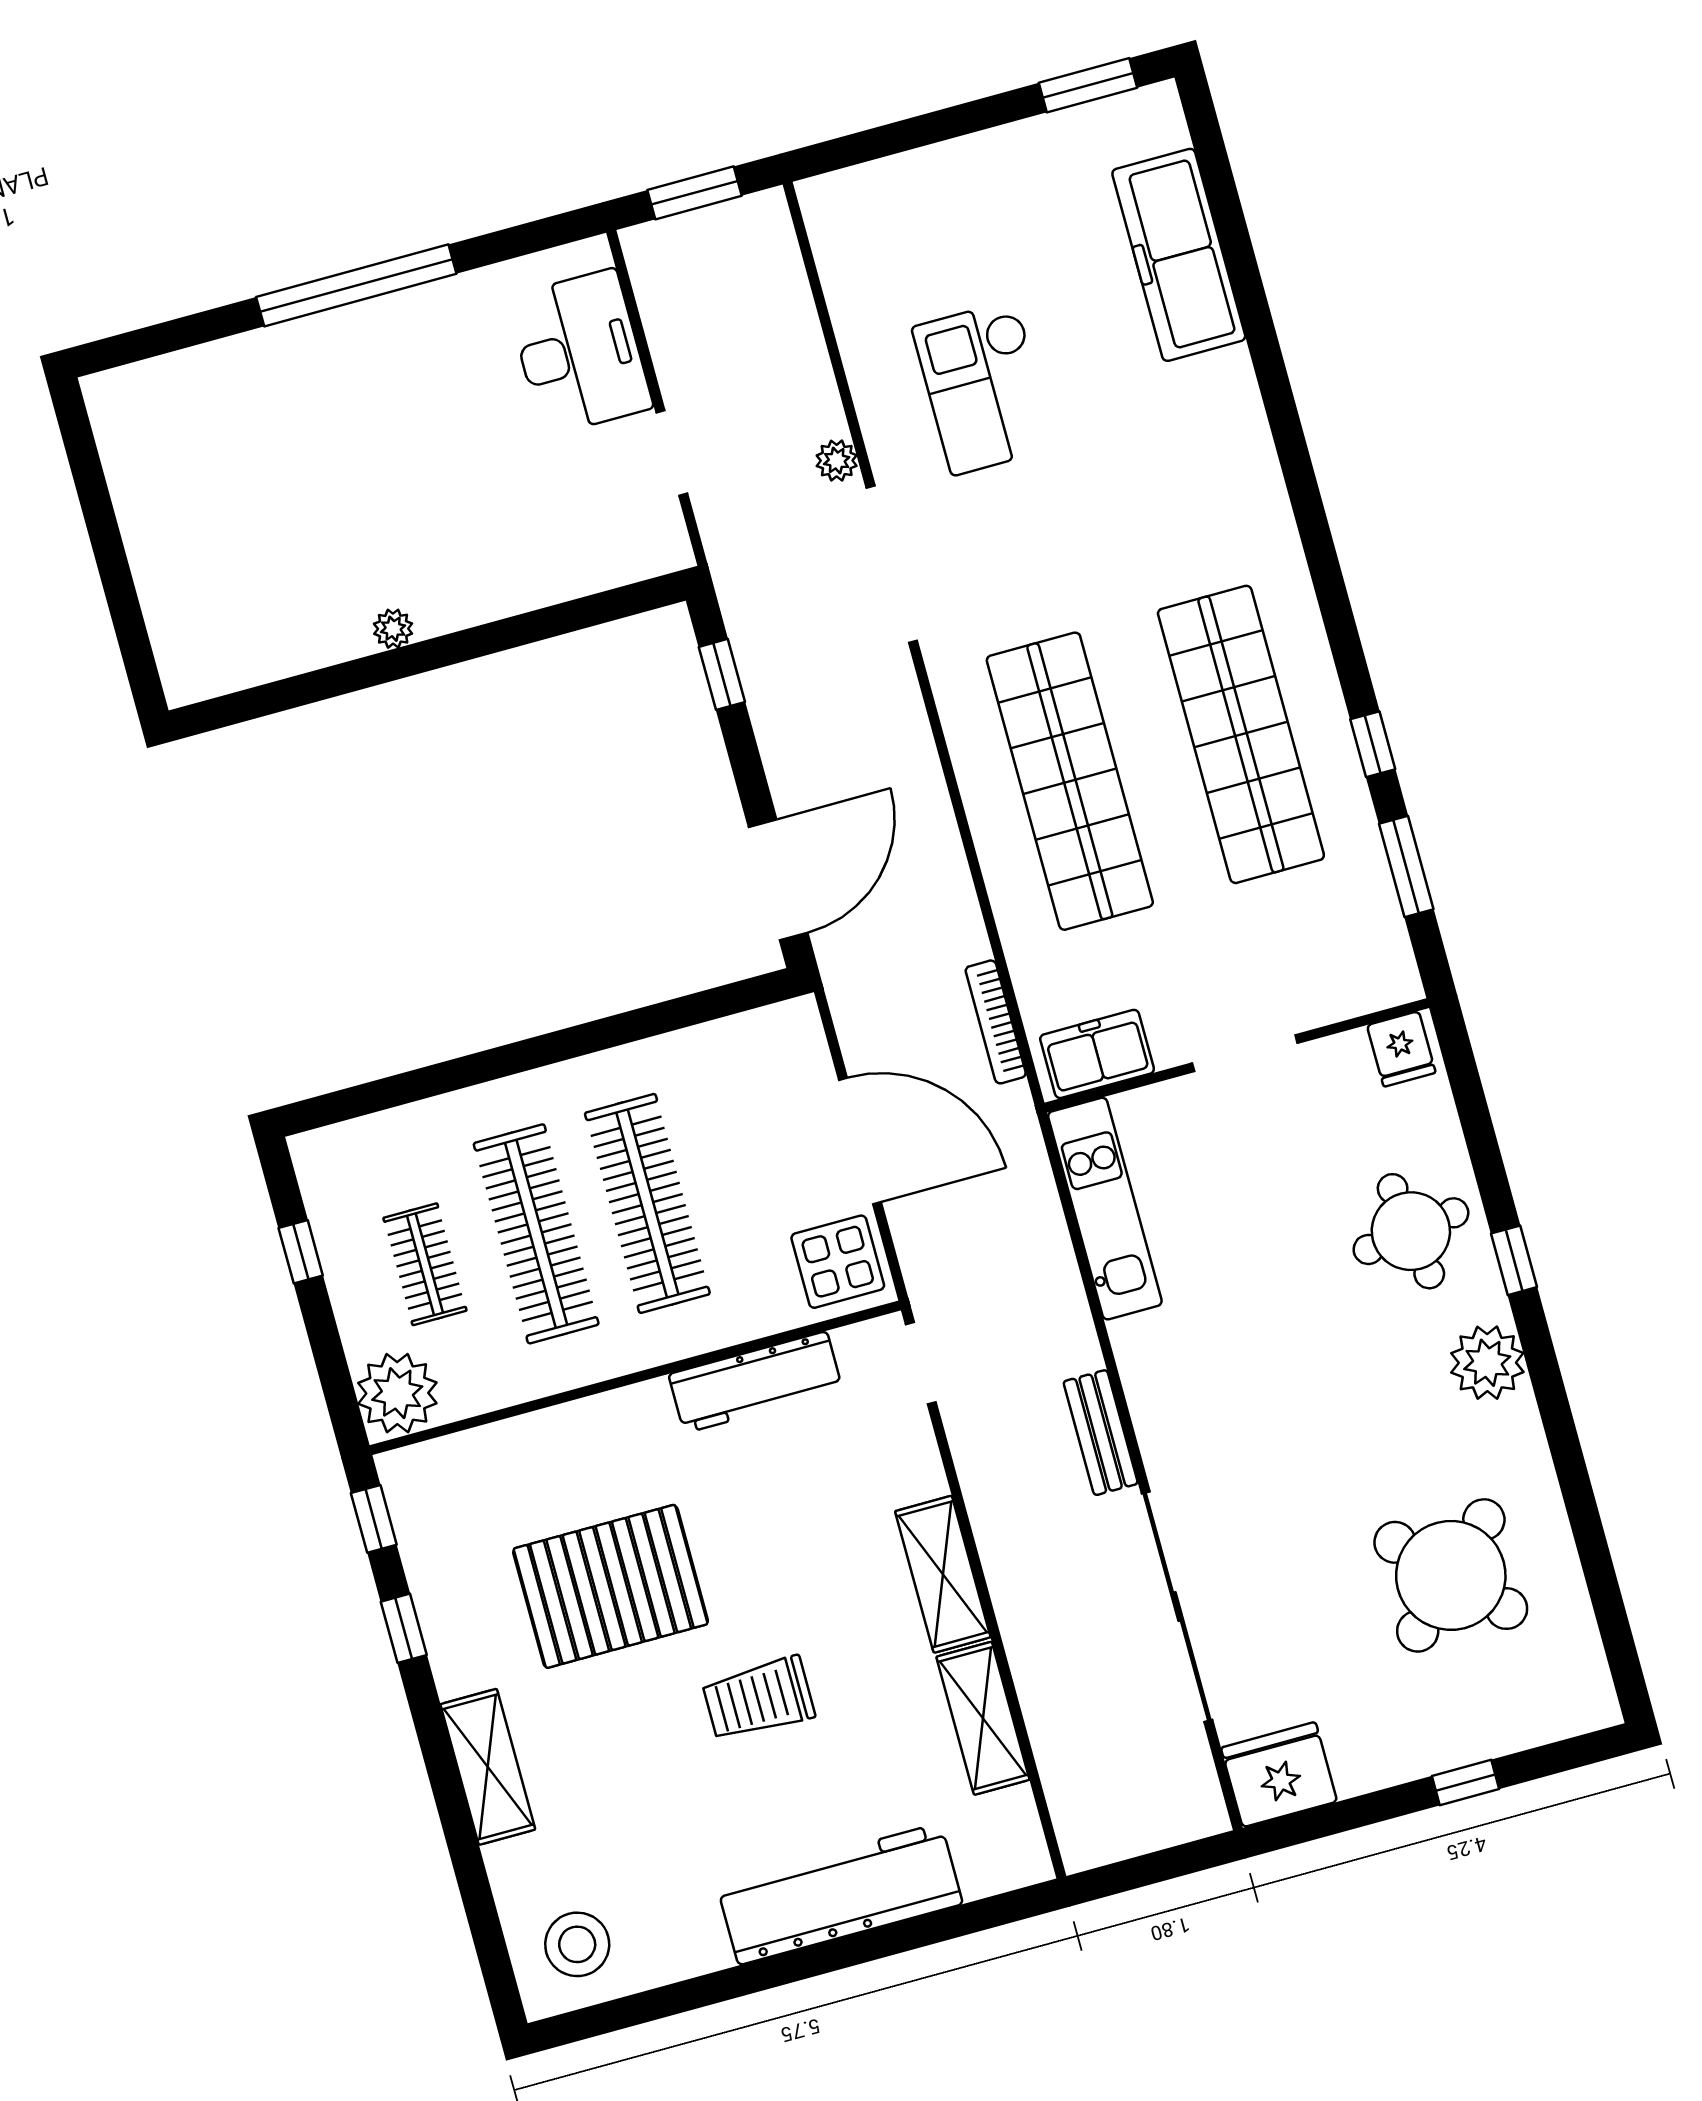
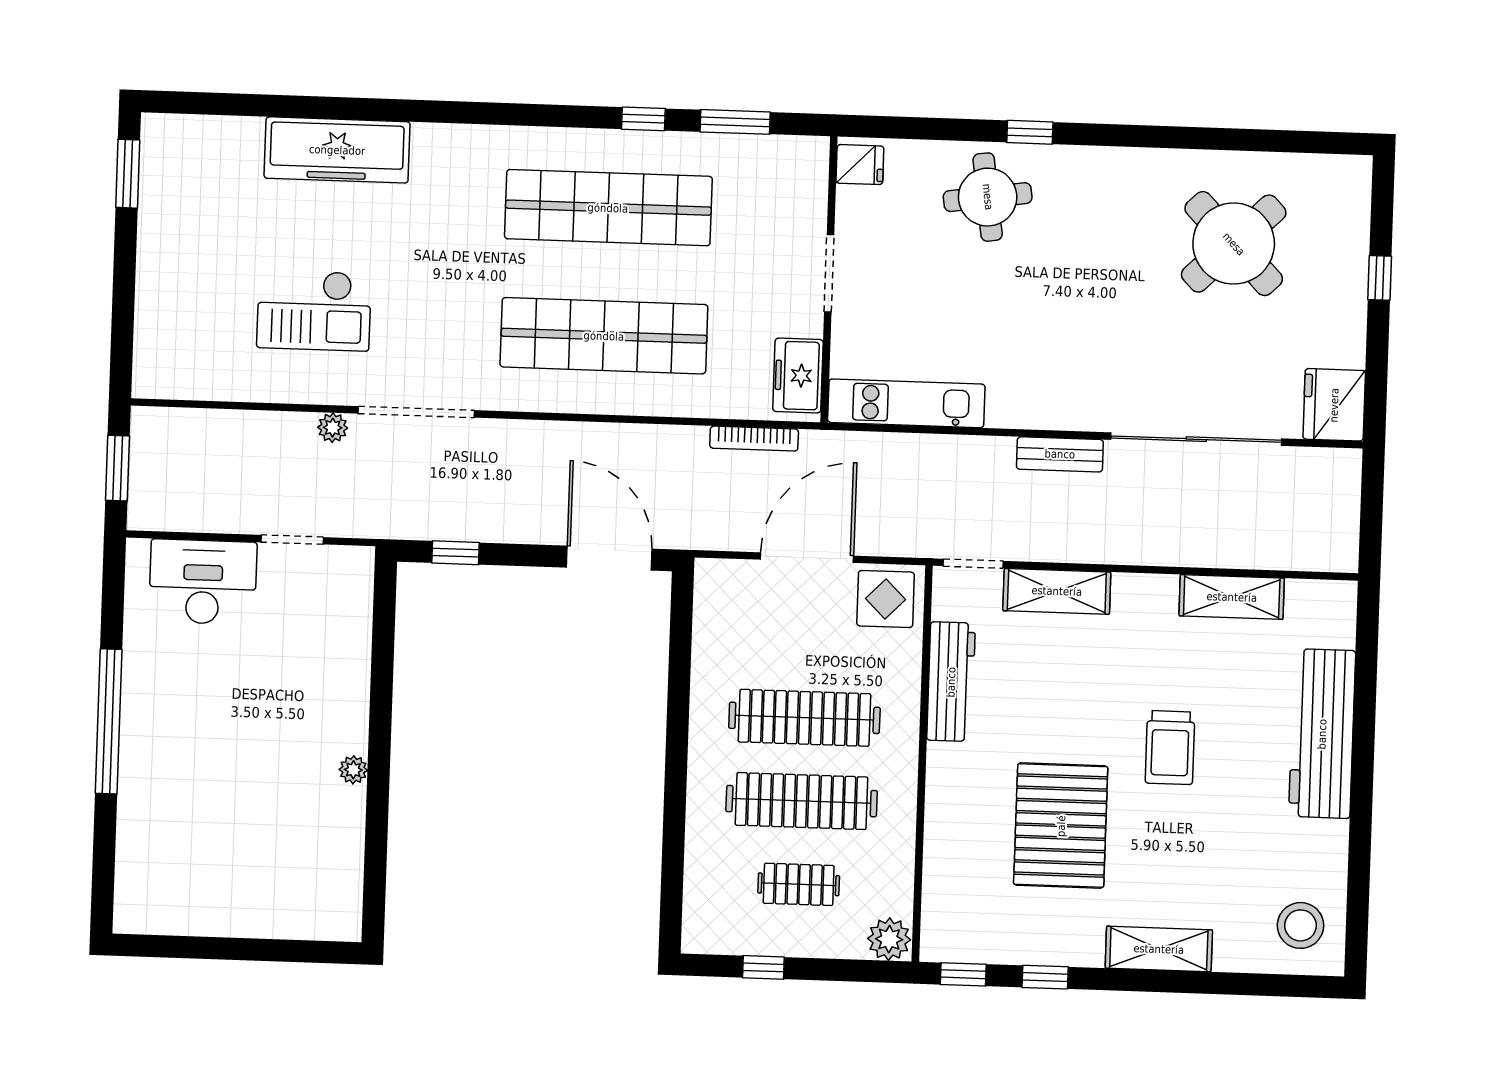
freezer: (1179, 255) -> (337, 150), moved
plant: (1487, 1363) -> (1095, 173), removed
plant: (397, 1393) -> (889, 939), width x0.73, depth x0.73
shelving: (943, 1574) -> (1057, 591), moved

